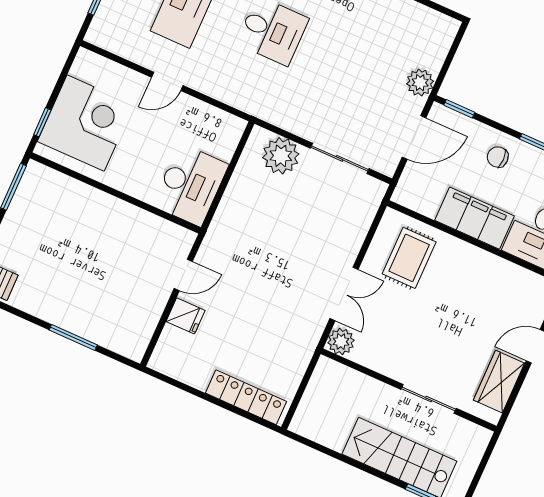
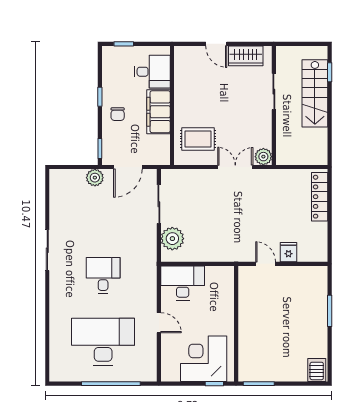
door: (414, 137) -> (128, 167), swing flipped
desk: (190, 185) -> (183, 283), moved

